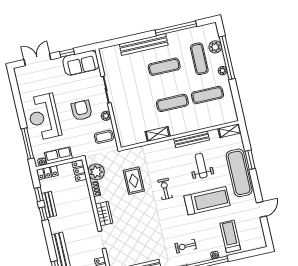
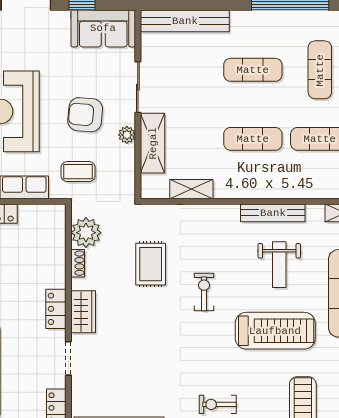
bench: (144, 45) -> (185, 21), moved
armchair: (82, 110) -> (85, 115), turned -85
shelving: (120, 117) -> (153, 143), added
shelving: (158, 134) -> (191, 189), moved
coffee table: (104, 137) -> (78, 172), moved
weight bench: (201, 166) -> (279, 265), turned 180
locker: (79, 171) -> (56, 309), moved

